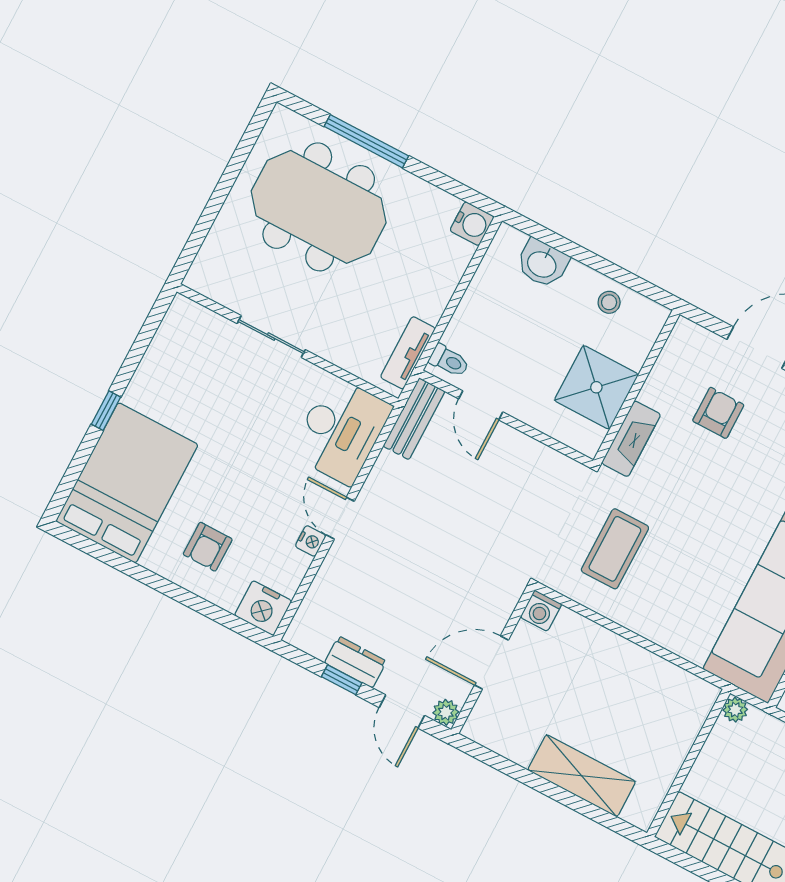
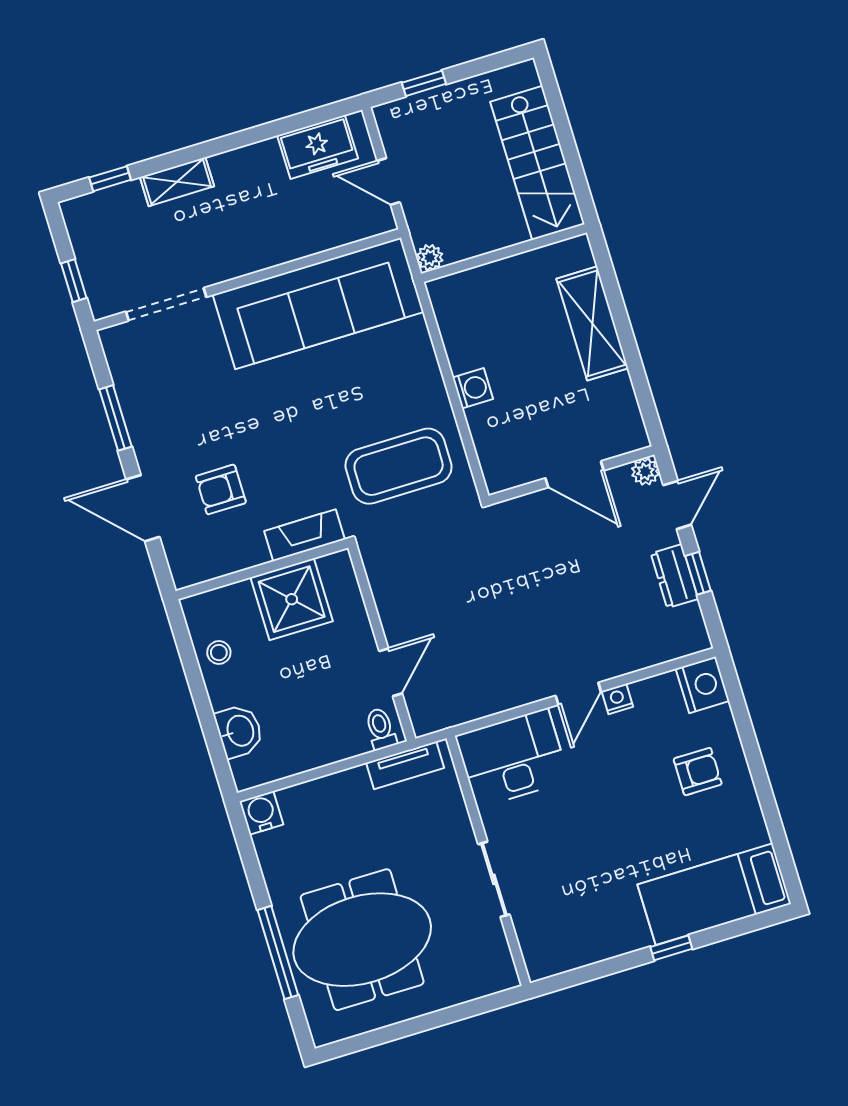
meeting table: (319, 207) -> (362, 940), turned 90
bench: (414, 419) -> (450, 712), removed
bed: (127, 483) -> (714, 894), width x0.67
coffee table: (615, 549) -> (399, 466), width x1.36, depth x1.32
washing machine: (541, 611) -> (473, 388), moved

